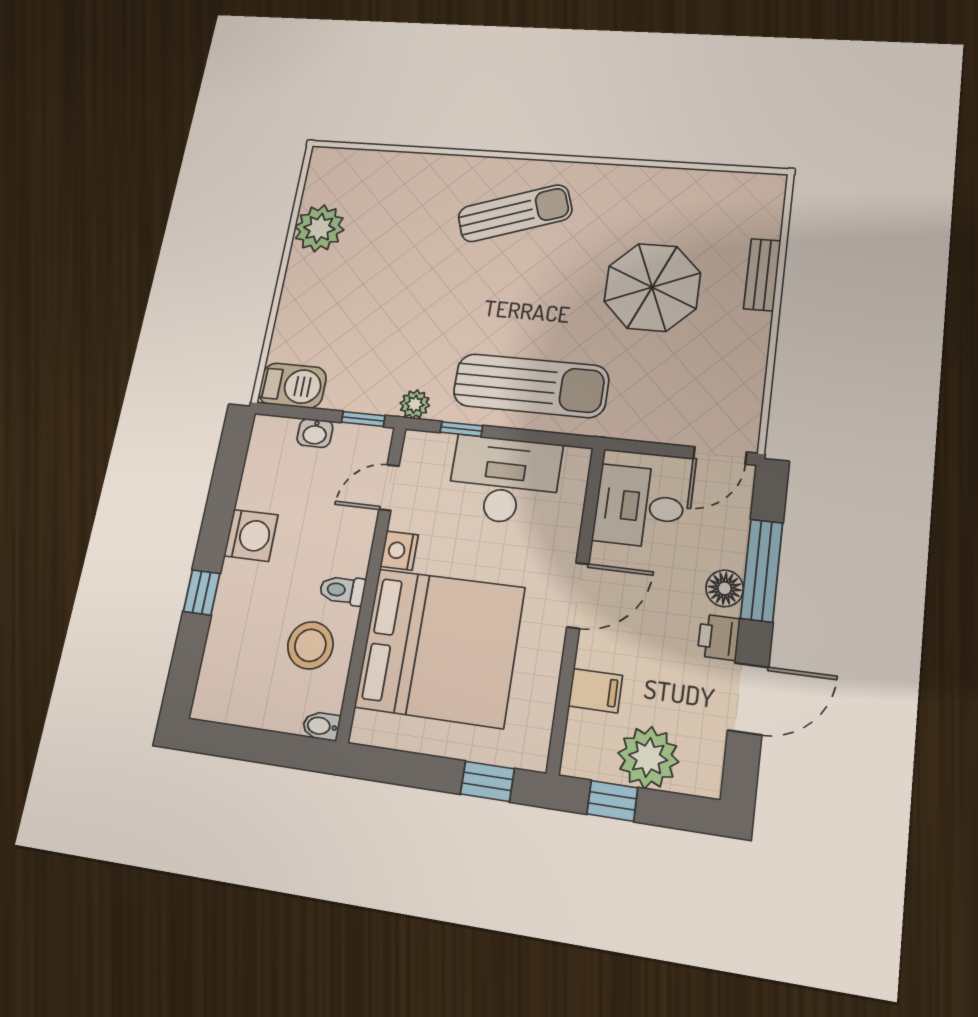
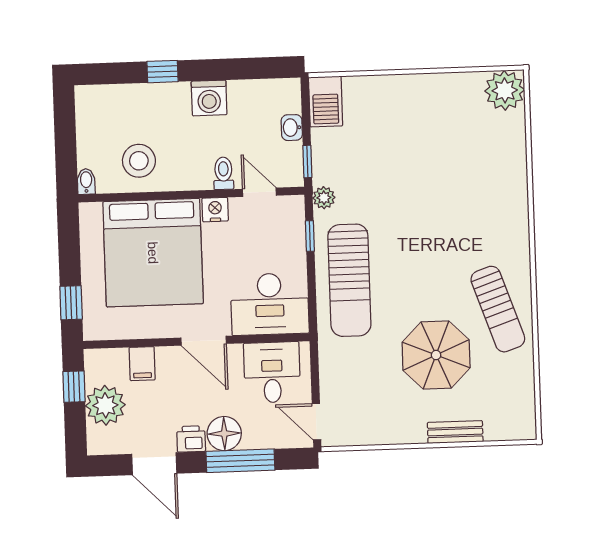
sun lounger: (515, 213) -> (498, 309), moved
plant: (319, 228) -> (505, 90), moved
desk: (504, 480) -> (270, 304), moved, turned 90
floor lamp: (725, 588) -> (224, 434), width x1.38, depth x1.38
toilet: (342, 590) -> (223, 173), moved

